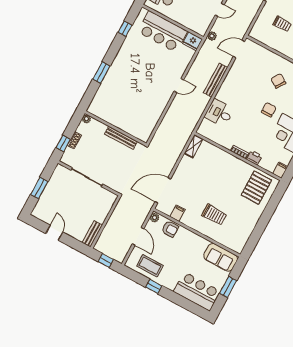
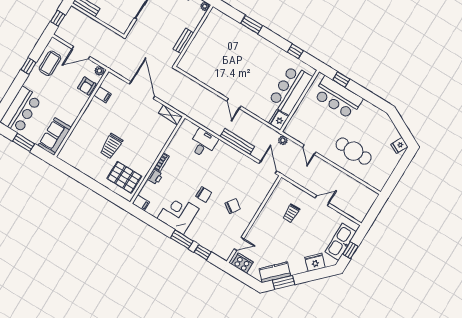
bench: (121, 138) -> (183, 41), width x0.73
door: (163, 190) -> (142, 90), moved
trolley: (214, 215) -> (111, 146), moved

